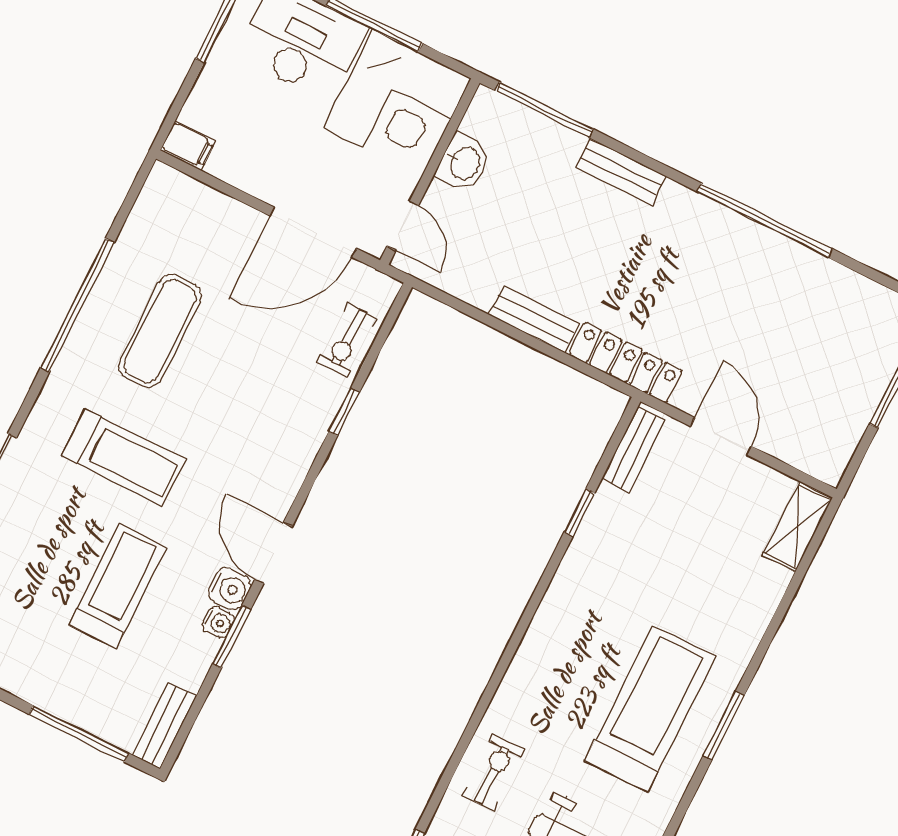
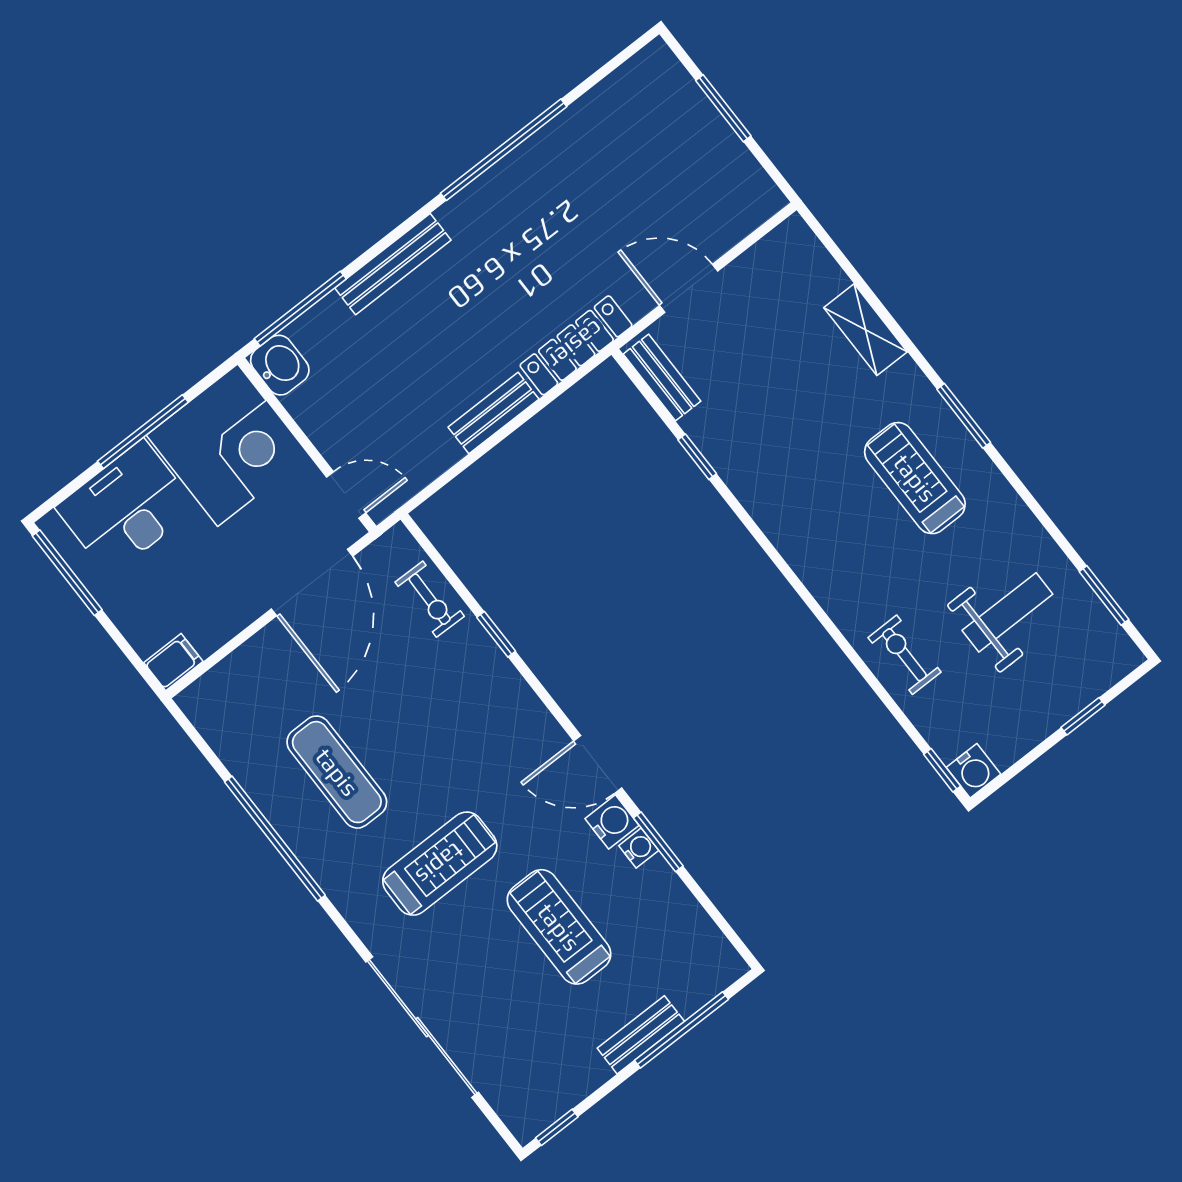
washbasin: (464, 163) -> (280, 365), moved
bench: (621, 172) -> (393, 264), width x1.36
shelving: (797, 527) -> (866, 330), moved
treadmill: (650, 709) -> (915, 478), width x0.73, depth x0.73
bench: (164, 726) -> (641, 1035), moved, turned 90

